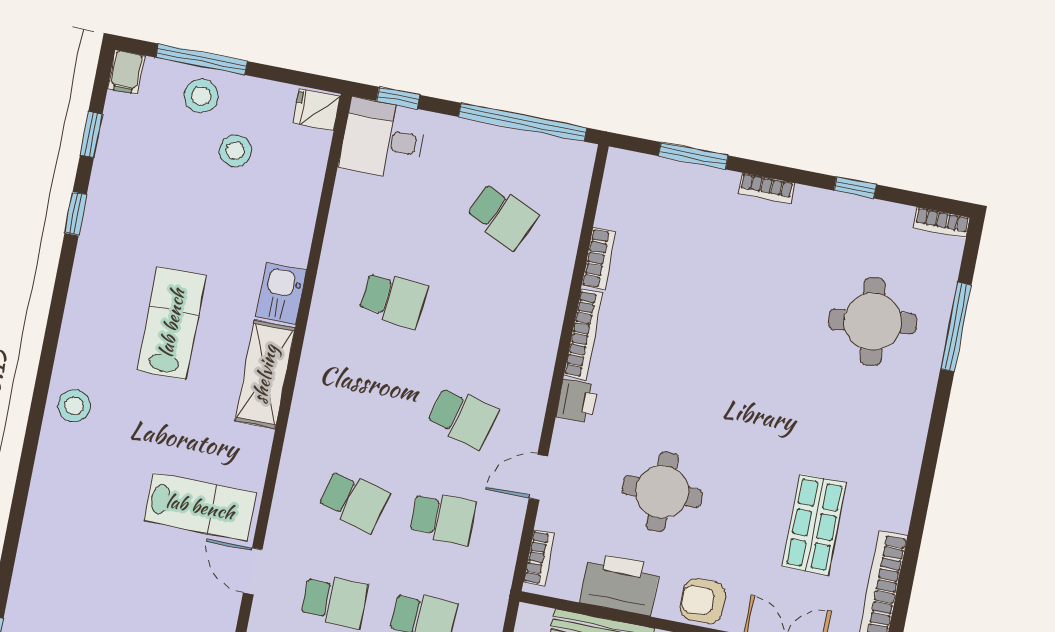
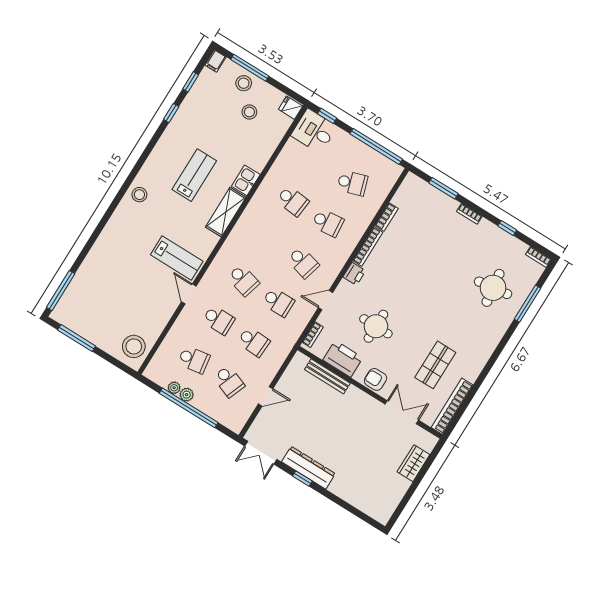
school desk: (502, 216) -> (352, 183), turned -42
school desk: (482, 317) -> (328, 223), added

